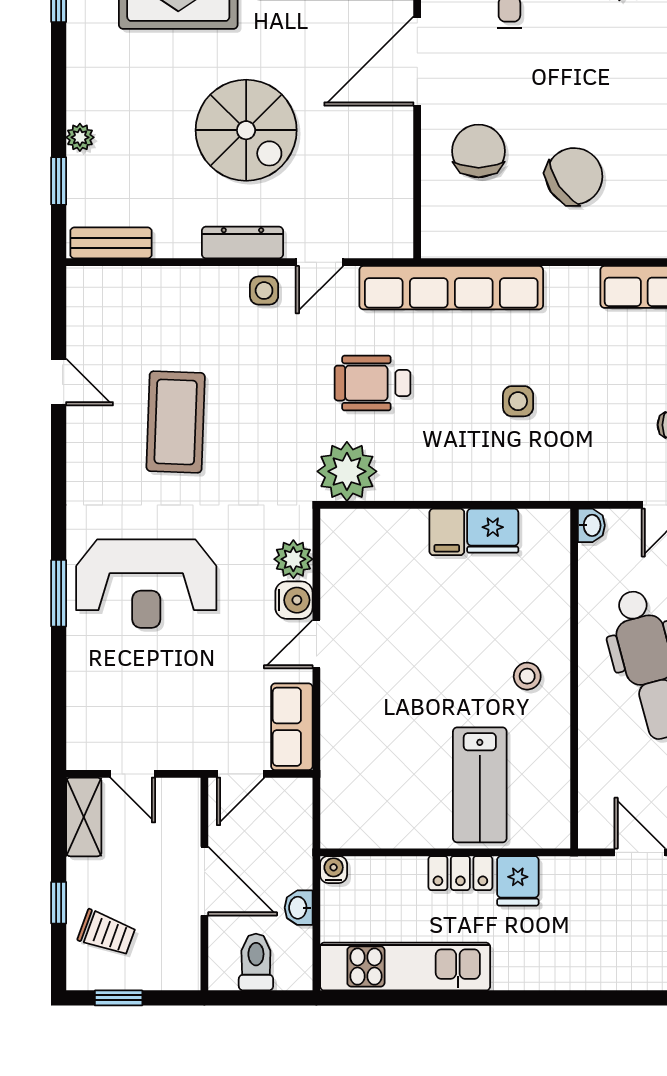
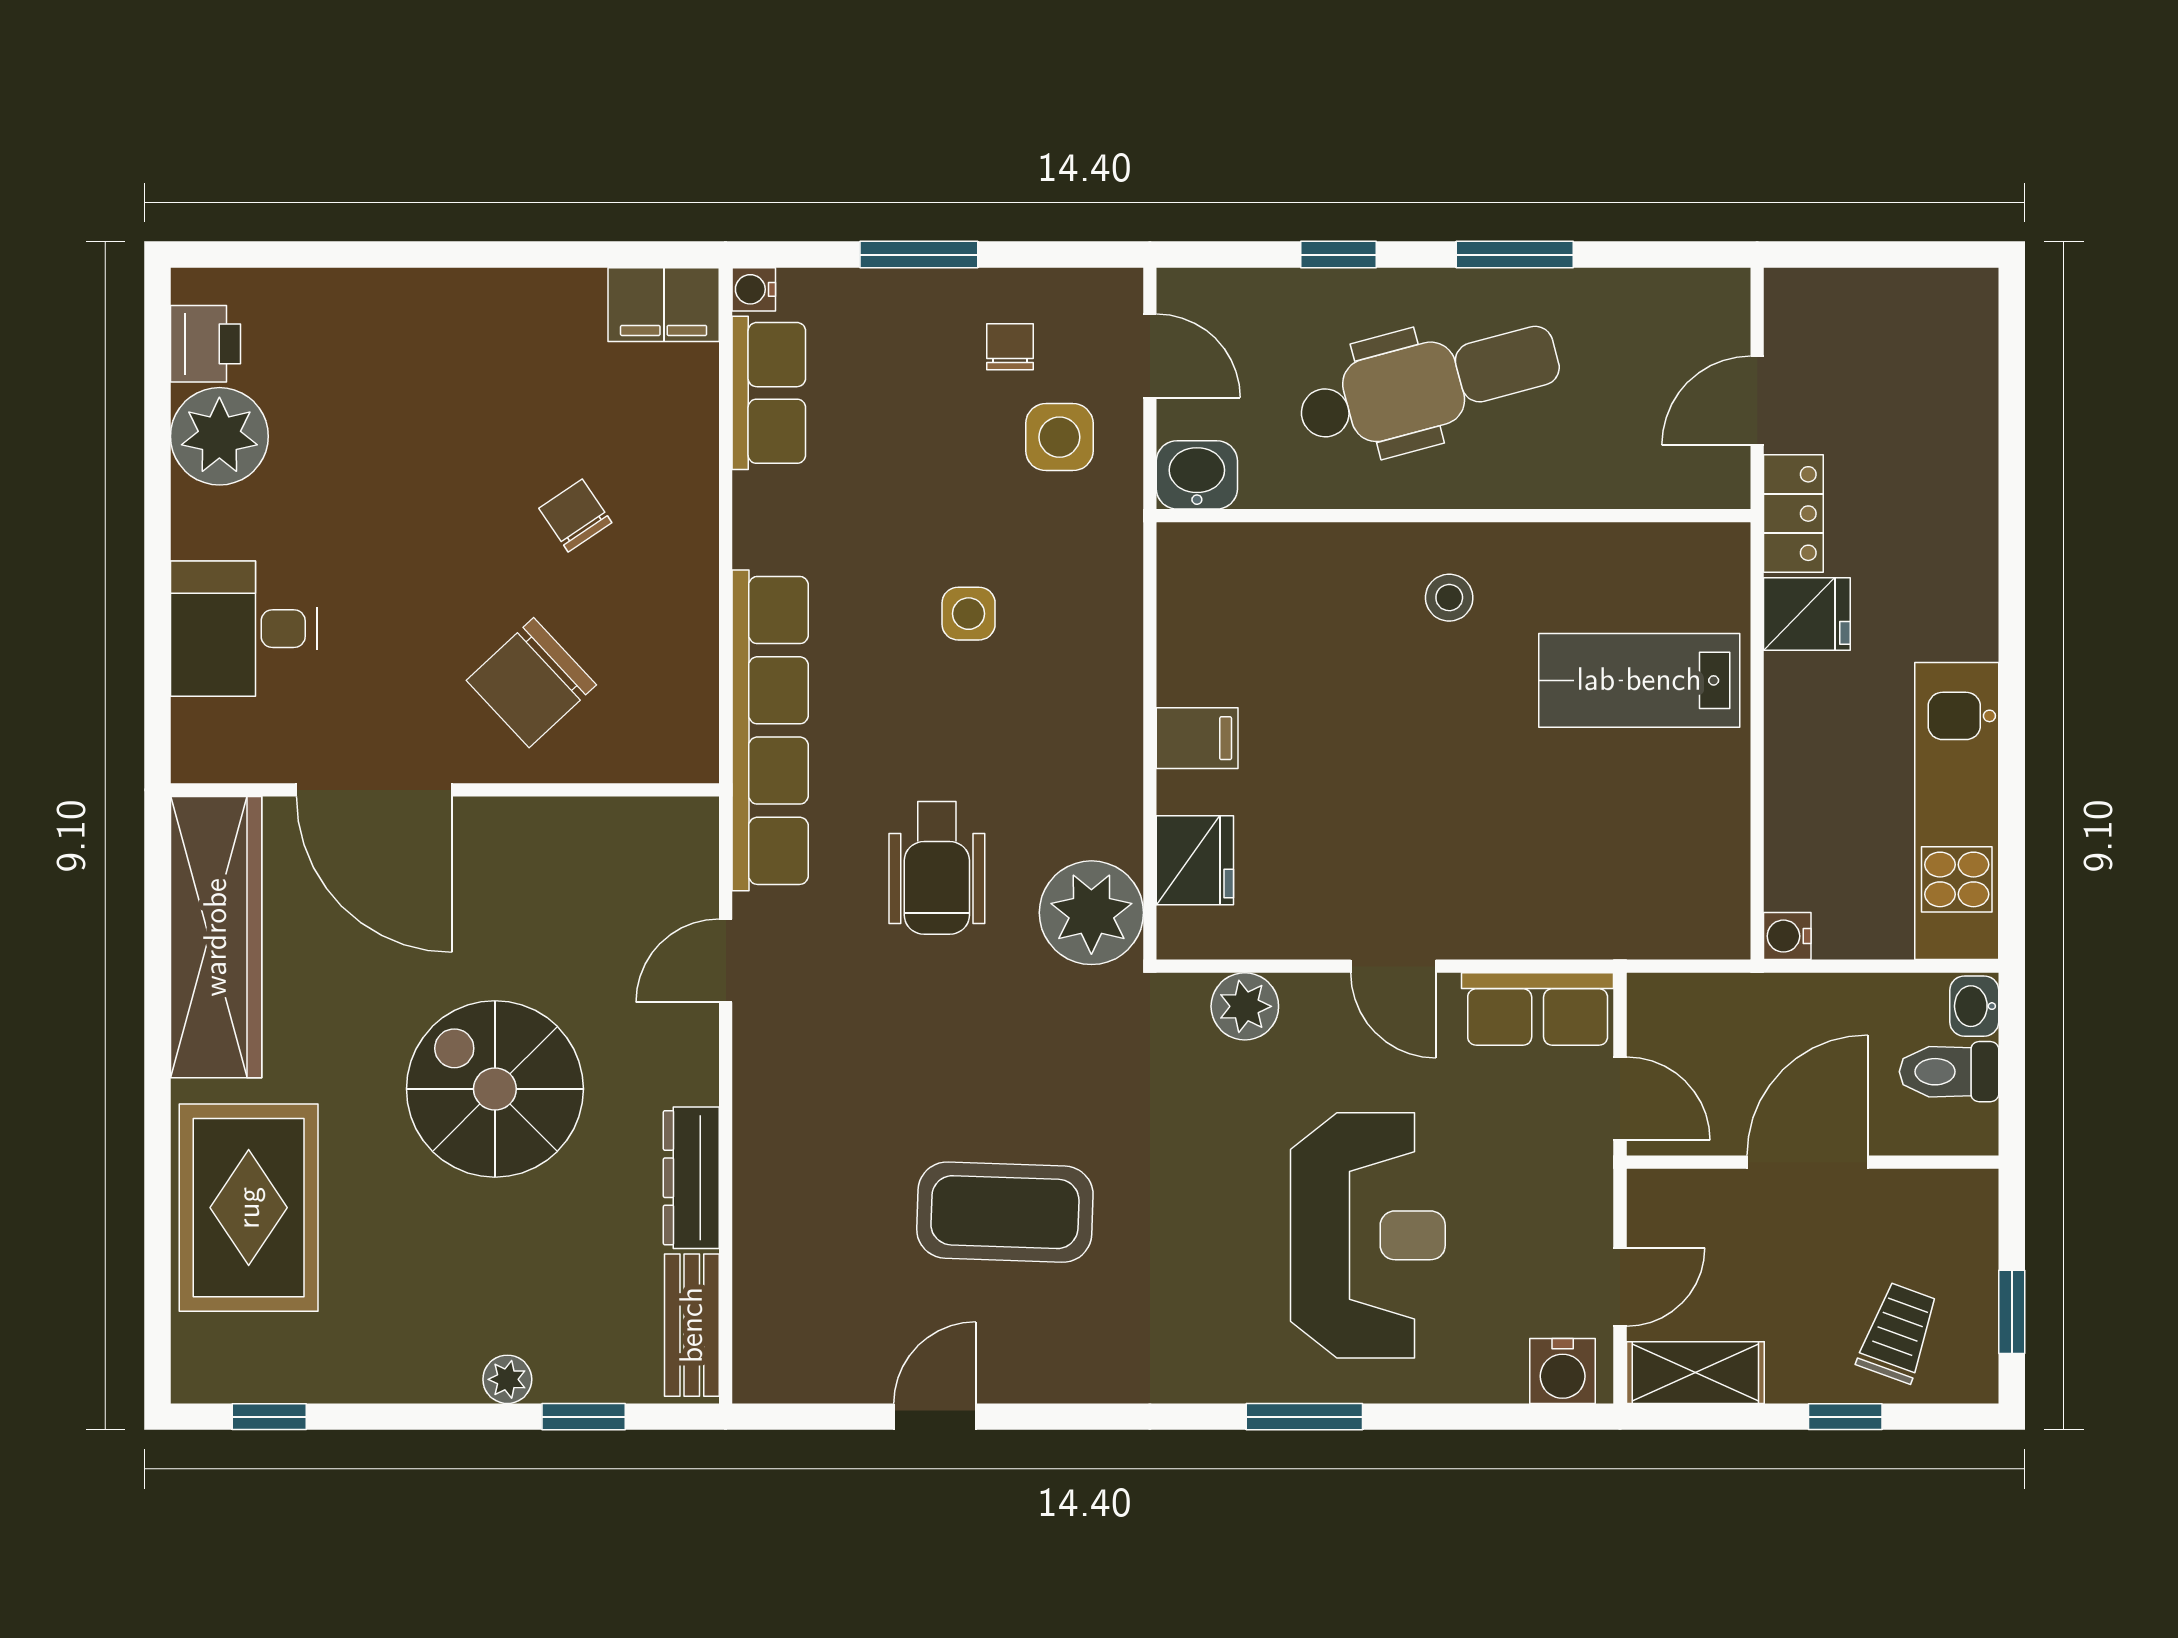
spiral stairs: (246, 130) -> (495, 1089), turned -90
chair: (479, 151) -> (531, 683), turned -43
chair: (574, 176) -> (575, 515), width x0.54, depth x0.54
dresser: (242, 243) -> (691, 1178), moved
door: (319, 262) -> (726, 961), swing flipped
side table: (264, 291) -> (1059, 437), moved, width x1.37, depth x1.37
washbasin: (591, 525) -> (1197, 475), width x1.38, depth x1.45
fridge: (493, 531) -> (1195, 860), moved
reception desk: (146, 584) -> (1368, 1235), moved
water cooler: (294, 600) -> (1563, 1371), moved, turned 180
lab bench: (480, 785) -> (1639, 680), turned 180
locker: (460, 873) -> (1793, 514), moved
washbasin: (299, 908) -> (1974, 1006), moved, turned 90

